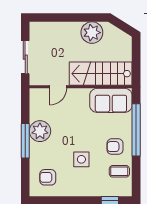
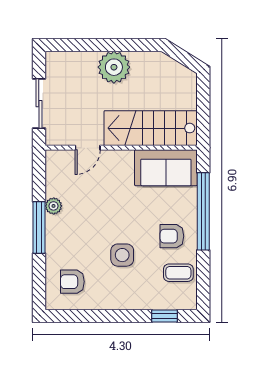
plant: (92, 33) -> (114, 67), moved
plant: (40, 131) -> (54, 206), width x0.53, depth x0.53

